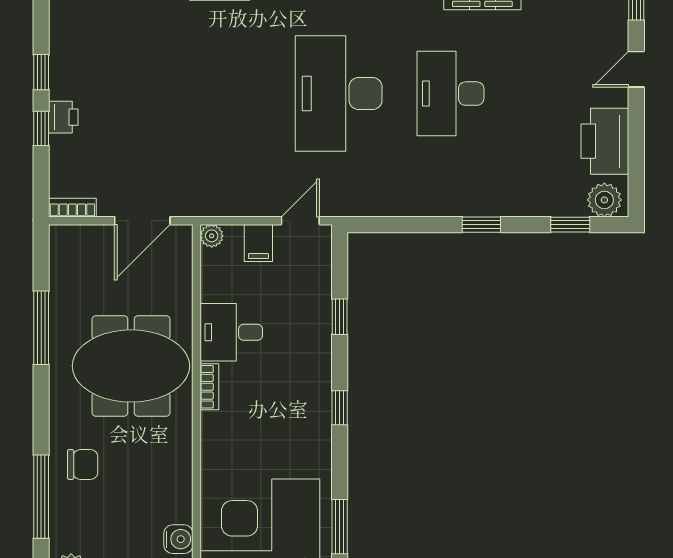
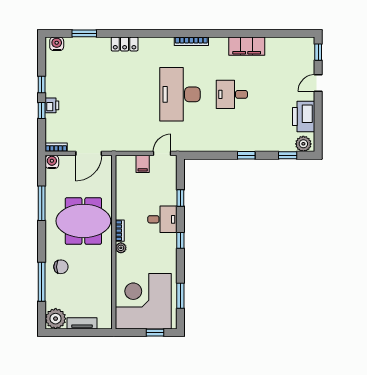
desk: (451, 94) -> (232, 94), width x0.73
plant: (212, 236) -> (121, 248), moved
desk: (231, 332) -> (162, 219), moved, turned 180
water cooler: (178, 539) -> (52, 162), moved, turned -90

